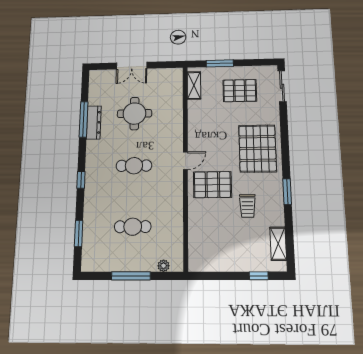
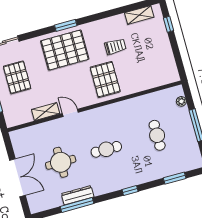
double door: (132, 66) -> (17, 178), width x1.37
shelving: (194, 85) -> (46, 112), moved
door: (185, 161) -> (70, 113), moved
cafe table: (134, 166) -> (106, 149), turned 90
window: (287, 192) -> (66, 25), moved

